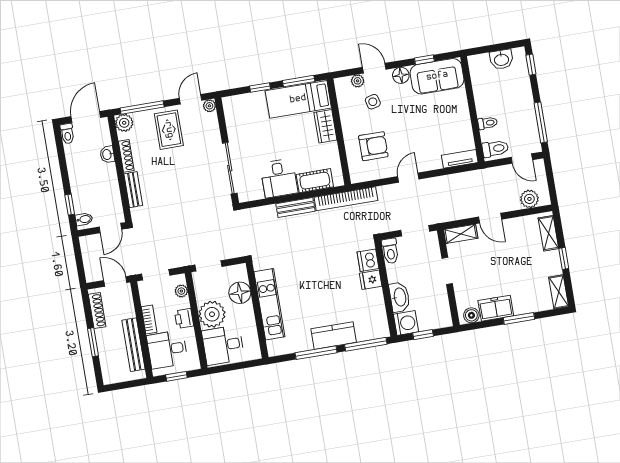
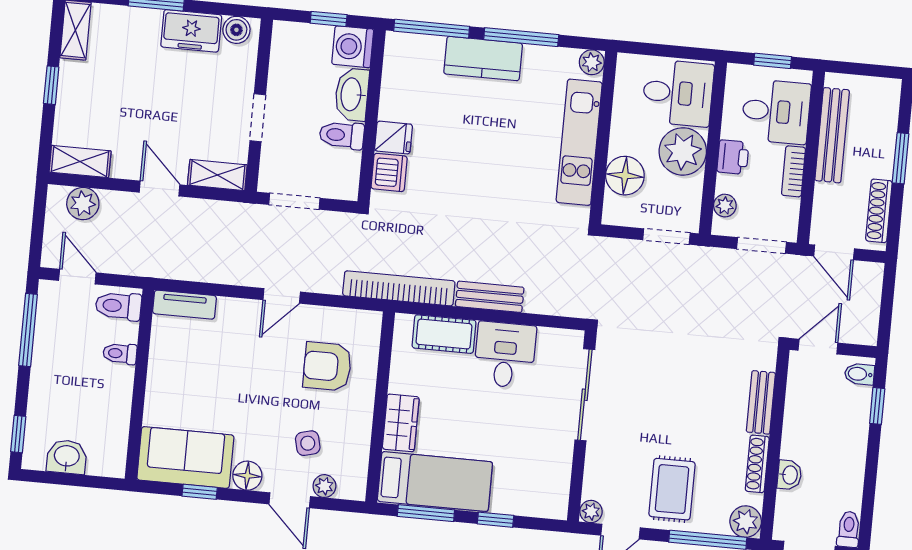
shelving: (548, 233) -> (80, 162), moved, turned 90
toilet: (390, 251) -> (342, 135), moved, turned -90
plant: (274, 349) -> (592, 62), added

